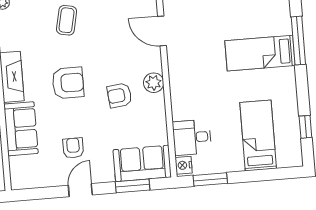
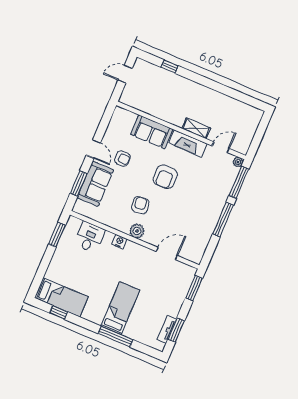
coffee table: (67, 20) -> (205, 197), removed
bed: (258, 136) -> (61, 297), moved
sofa: (142, 163) -> (95, 184), moved
nightstand: (184, 165) -> (119, 242), moved

